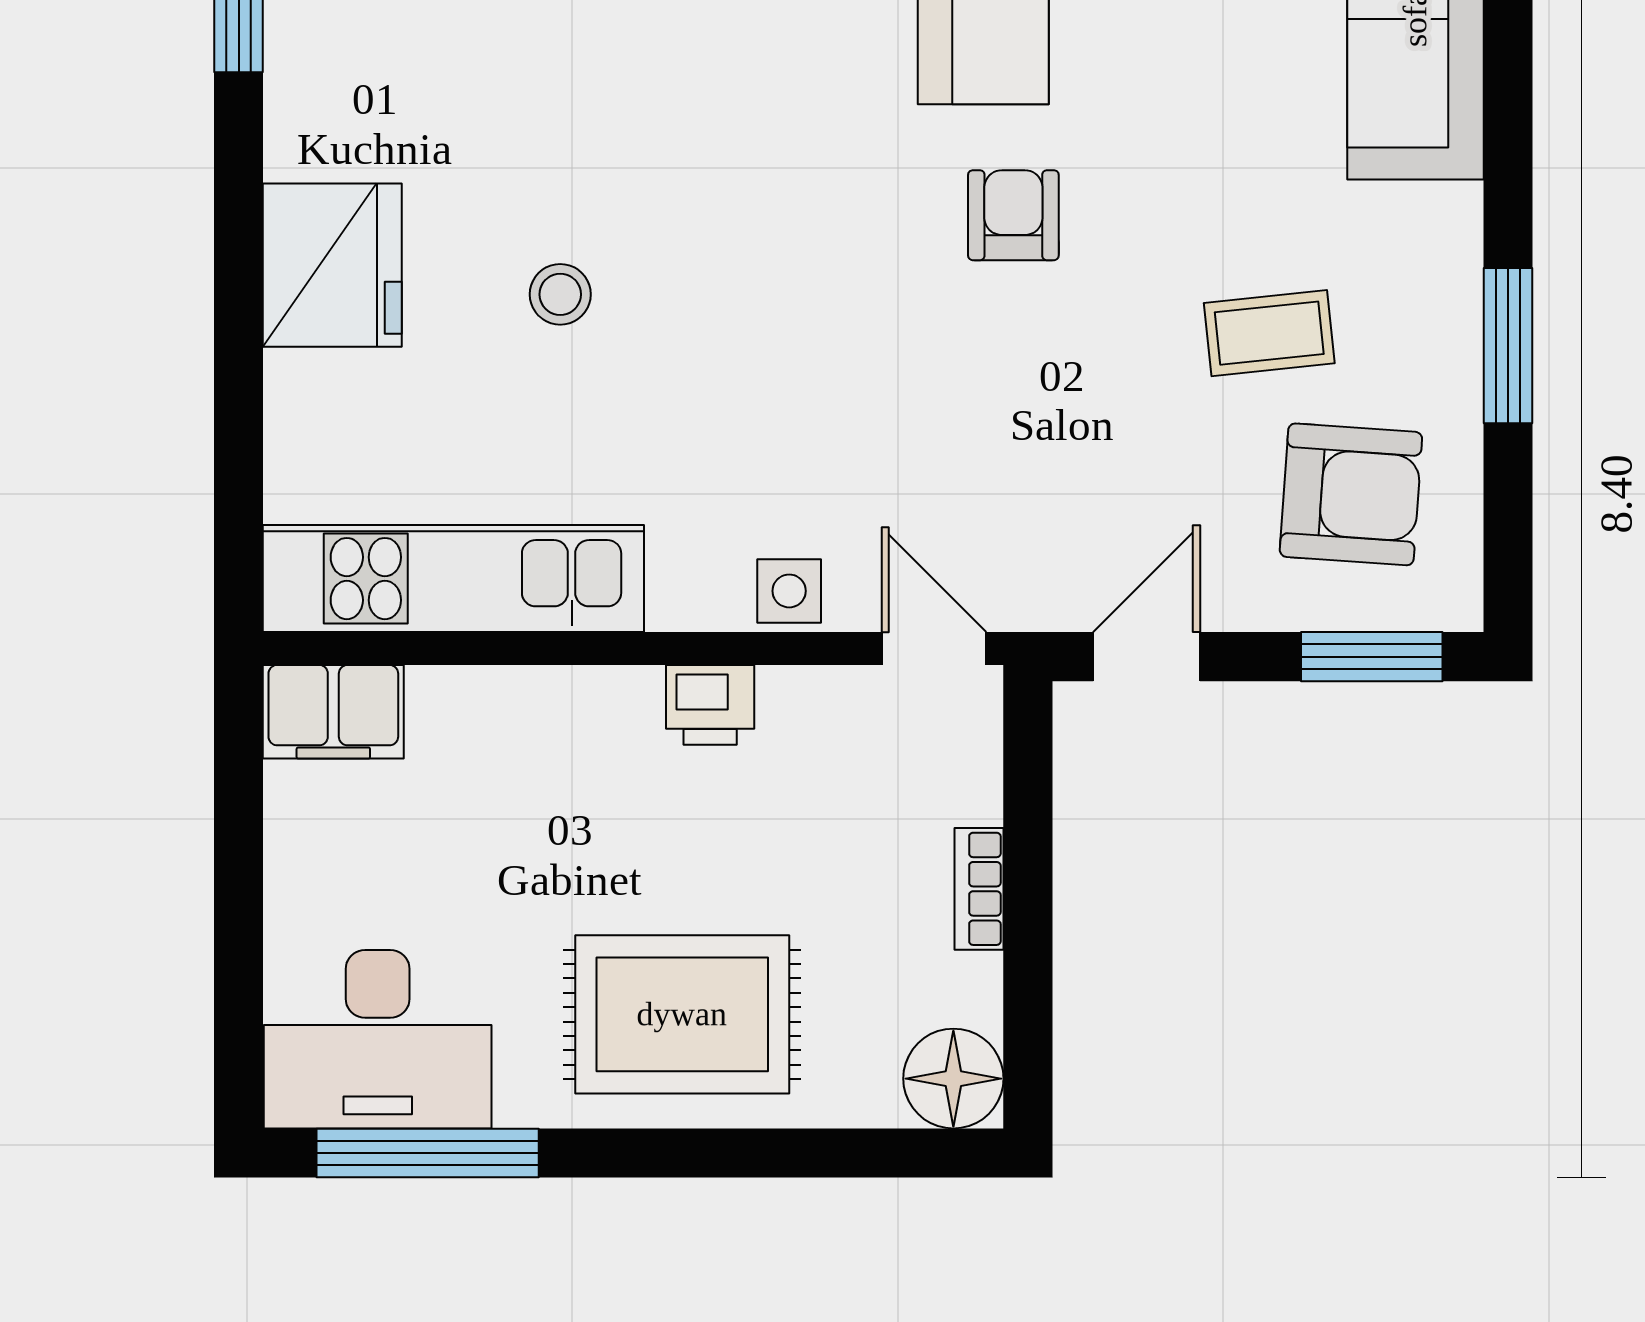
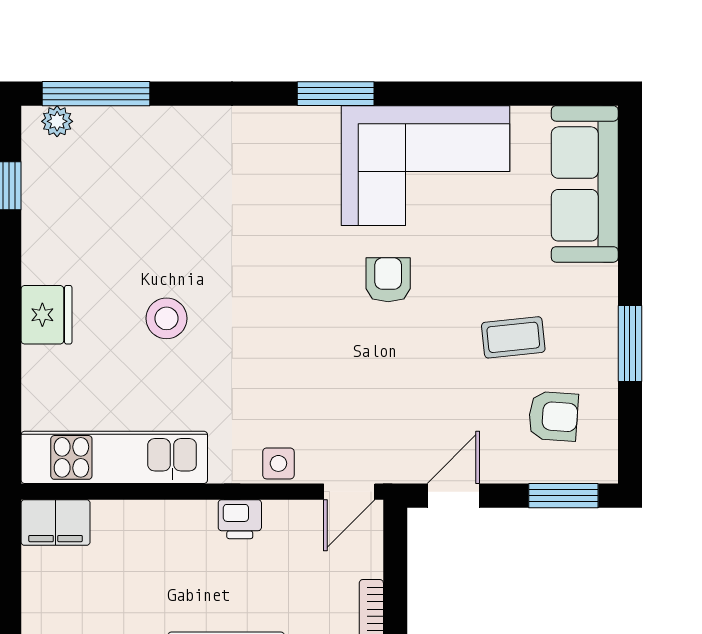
fridge: (332, 265) -> (46, 315), width x0.73, depth x0.75
stool: (560, 294) -> (166, 318), width x1.37, depth x1.37
armchair: (1351, 494) -> (553, 416), width x0.72, depth x0.72
door: (934, 649) -> (349, 492), swing flipped

